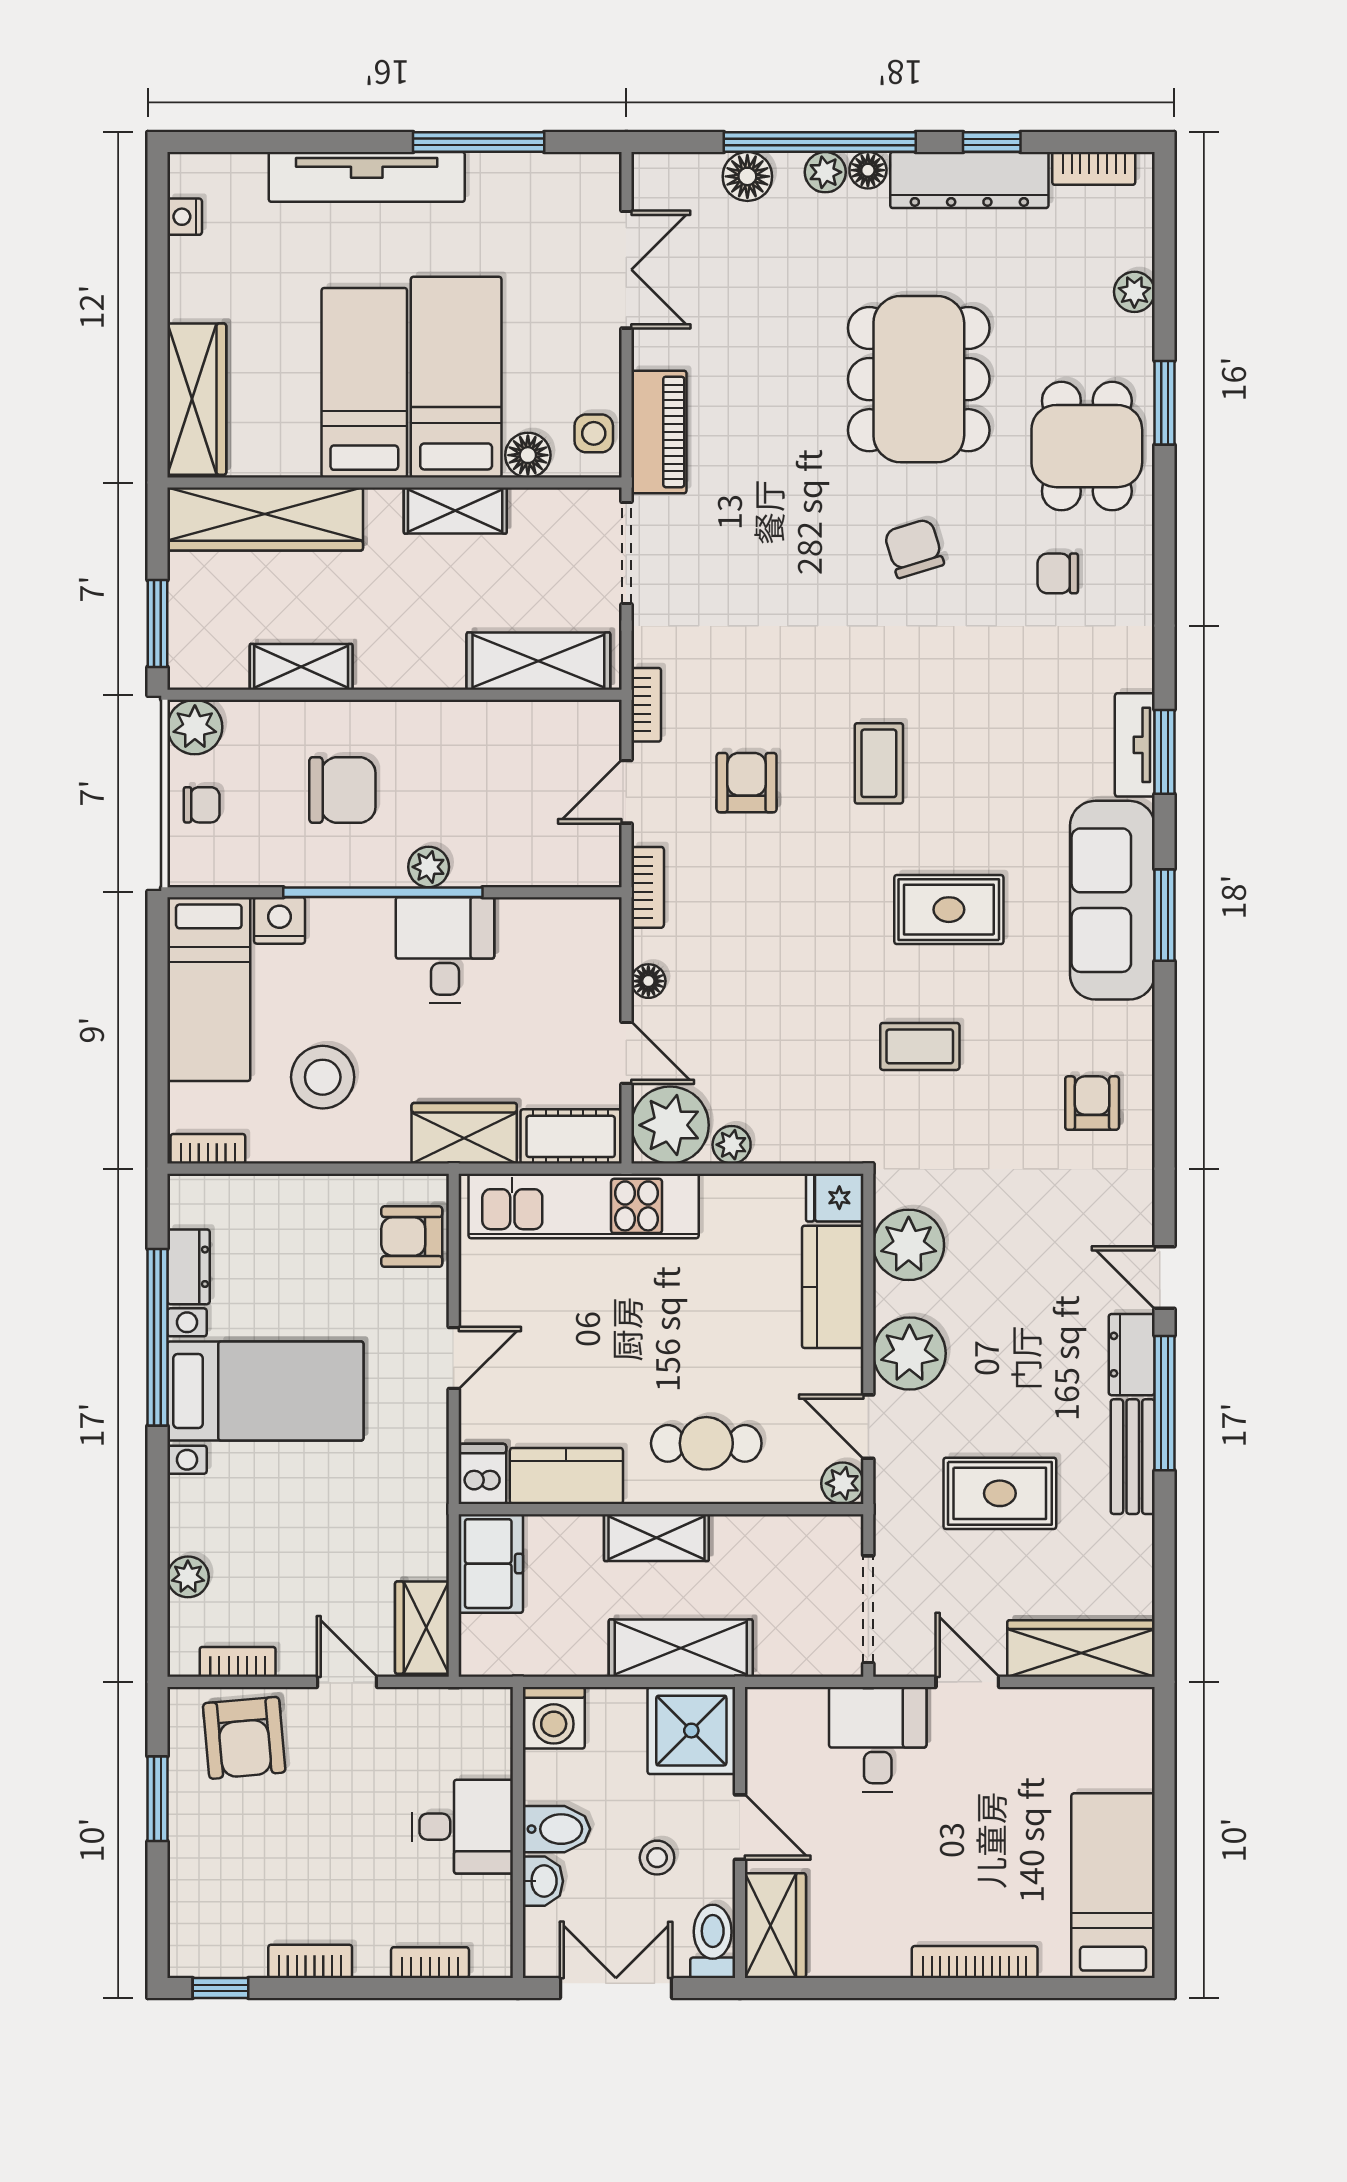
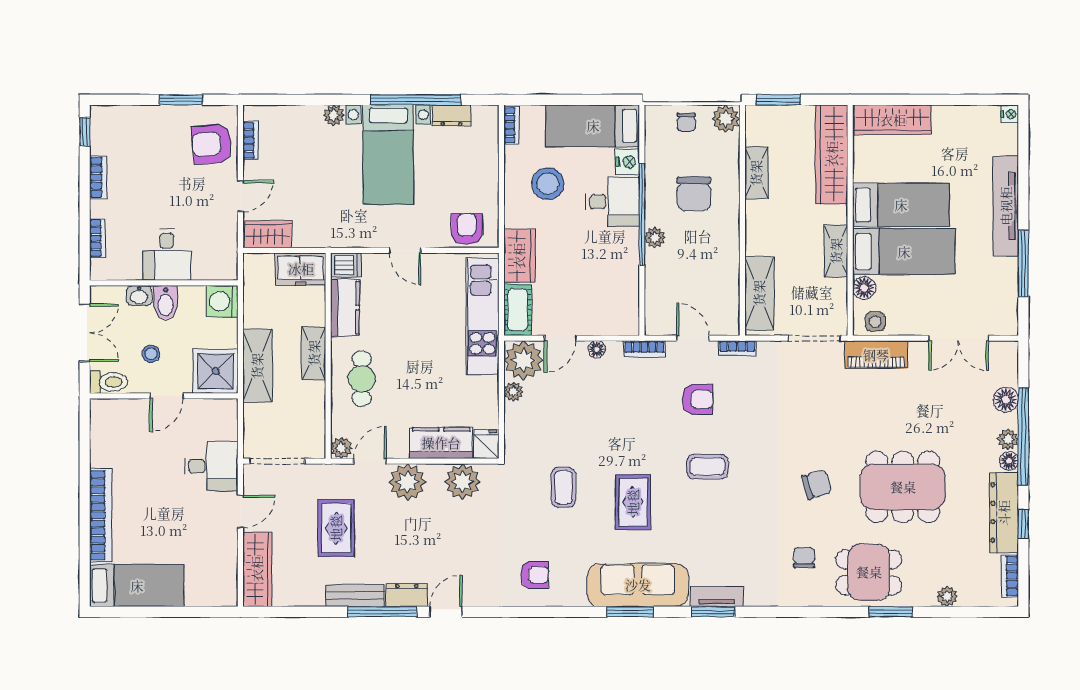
nightstand: (185, 217) -> (1010, 114), moved, turned 90
desk: (445, 950) -> (612, 202), moved
plant: (188, 1577) -> (334, 115), moved
wardrobe: (775, 1926) -> (116, 414), removed
bookcase: (975, 1962) -> (100, 515), width x1.48, depth x1.31

